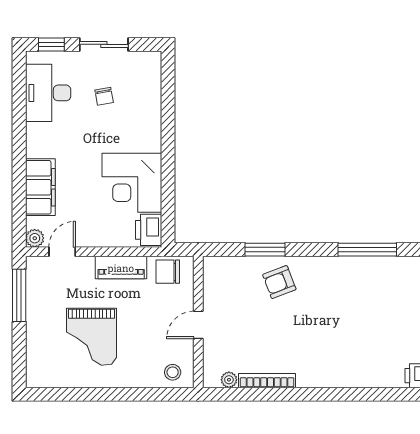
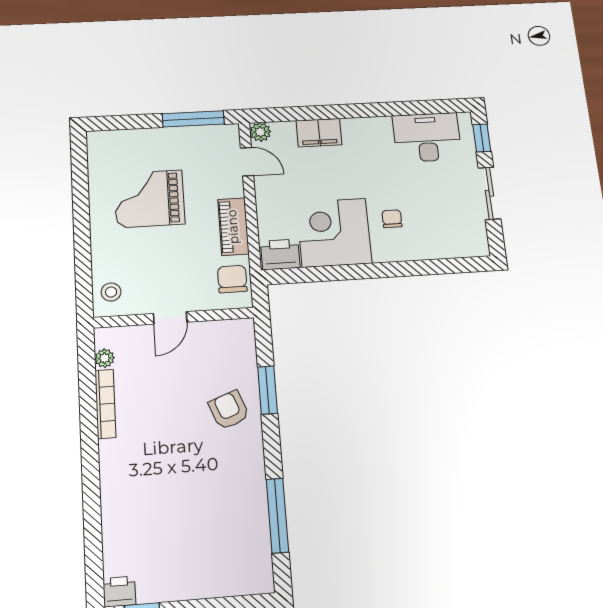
chair: (104, 96) -> (392, 219), moved, turned 100
filing cabinet: (40, 187) -> (319, 133), width x0.67, depth x0.86
door: (198, 325) -> (170, 318), swing flipped

